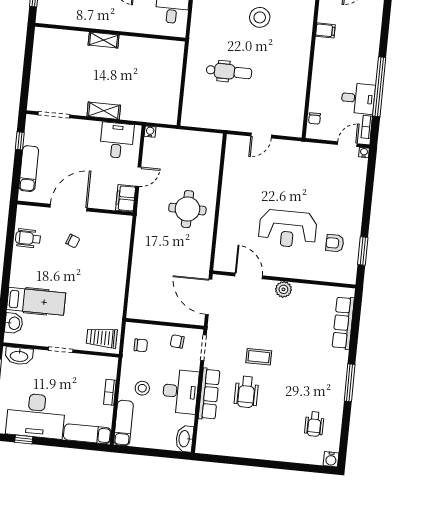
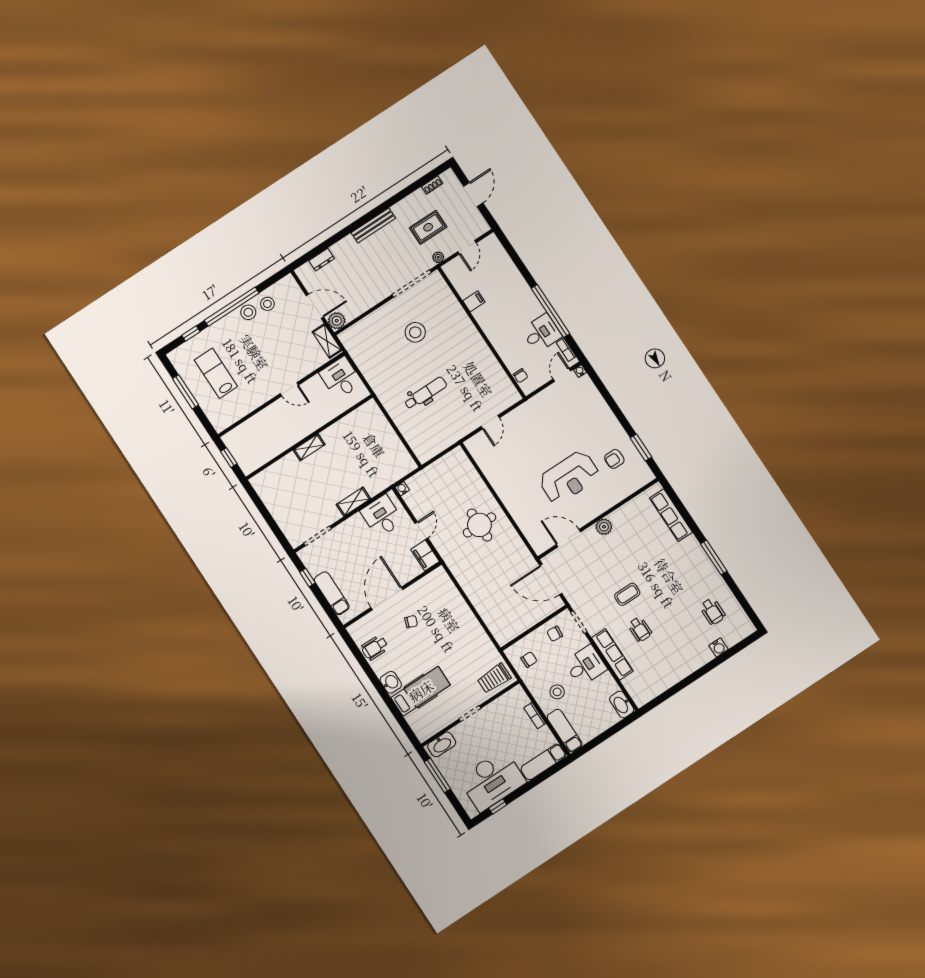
washbasin: (14, 323) -> (391, 682), moved
desk: (180, 392) -> (585, 666), width x0.73
wheelchair: (246, 392) -> (640, 629), width x0.73, depth x0.73
water cooler: (331, 459) -> (719, 647), moved

